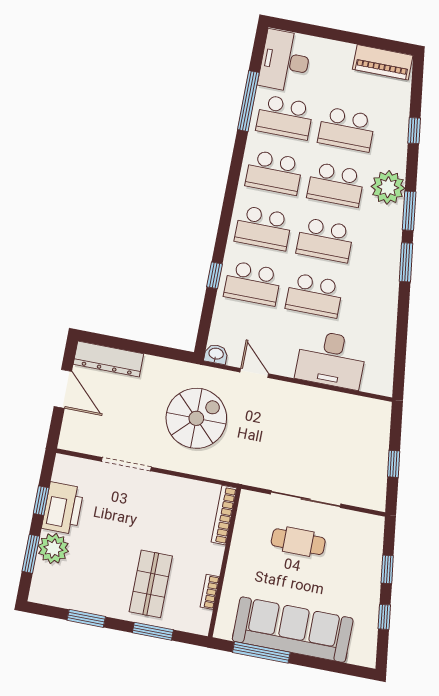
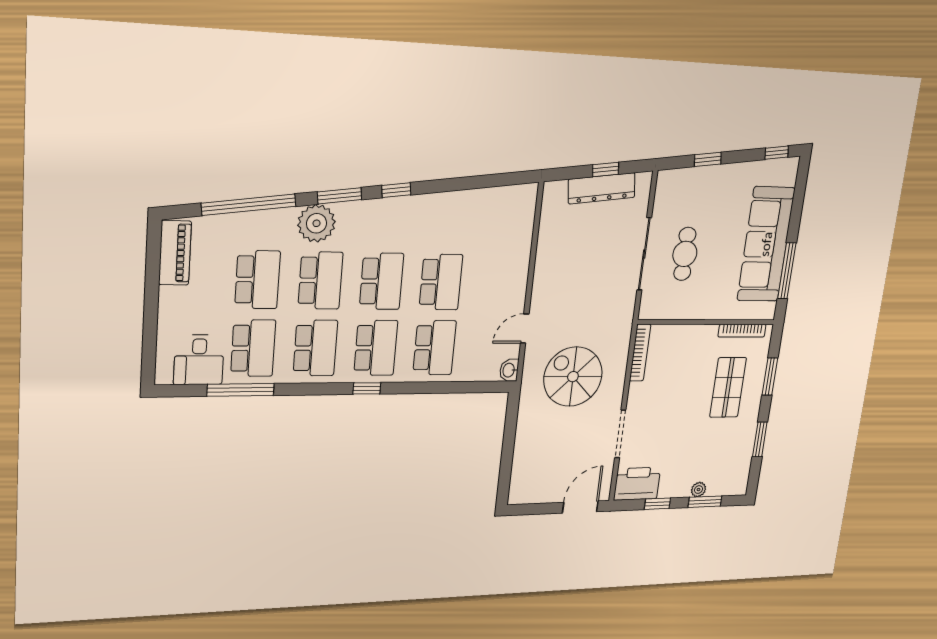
desk: (285, 61) -> (199, 360), width x0.73
window: (414, 131) -> (249, 205), width x3.17
window: (406, 262) -> (396, 190), width x0.67
window: (215, 275) -> (367, 388), moved
dresser: (108, 359) -> (602, 188), moved, turned 83
desk: (331, 359) -> (505, 253), removed
door: (63, 389) -> (580, 507), moved
printer: (63, 508) -> (637, 484), moved
bookcase: (224, 515) -> (640, 353), moved, turned -90
plant: (53, 548) -> (699, 490), width x0.53, depth x0.53
shop shelf: (151, 584) -> (728, 387), turned 90
bookcase: (210, 592) -> (742, 331), width x1.56
window: (384, 617) -> (777, 153), moved

